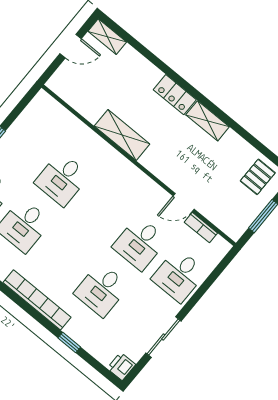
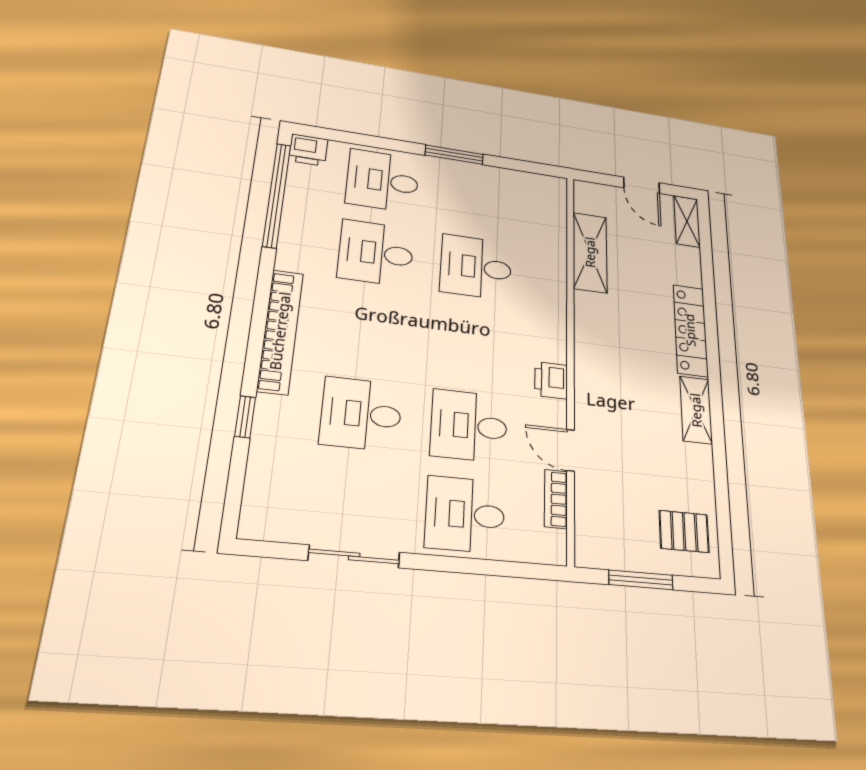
locker: (175, 95) -> (690, 330), width x1.53
shelving: (122, 135) -> (590, 252), moved
printer: (121, 366) -> (551, 380), moved, turned -90

